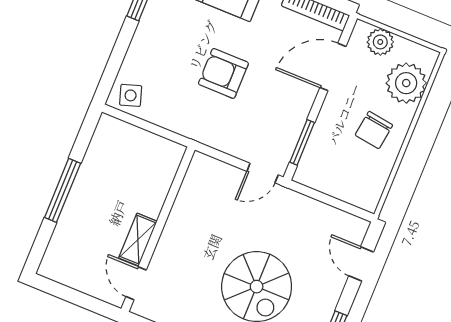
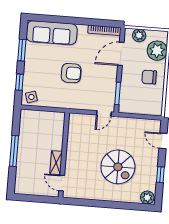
window: (116, 59) -> (19, 82), added
armchair: (223, 73) -> (71, 73), turned 180
chair: (374, 130) -> (149, 77), turned 82

